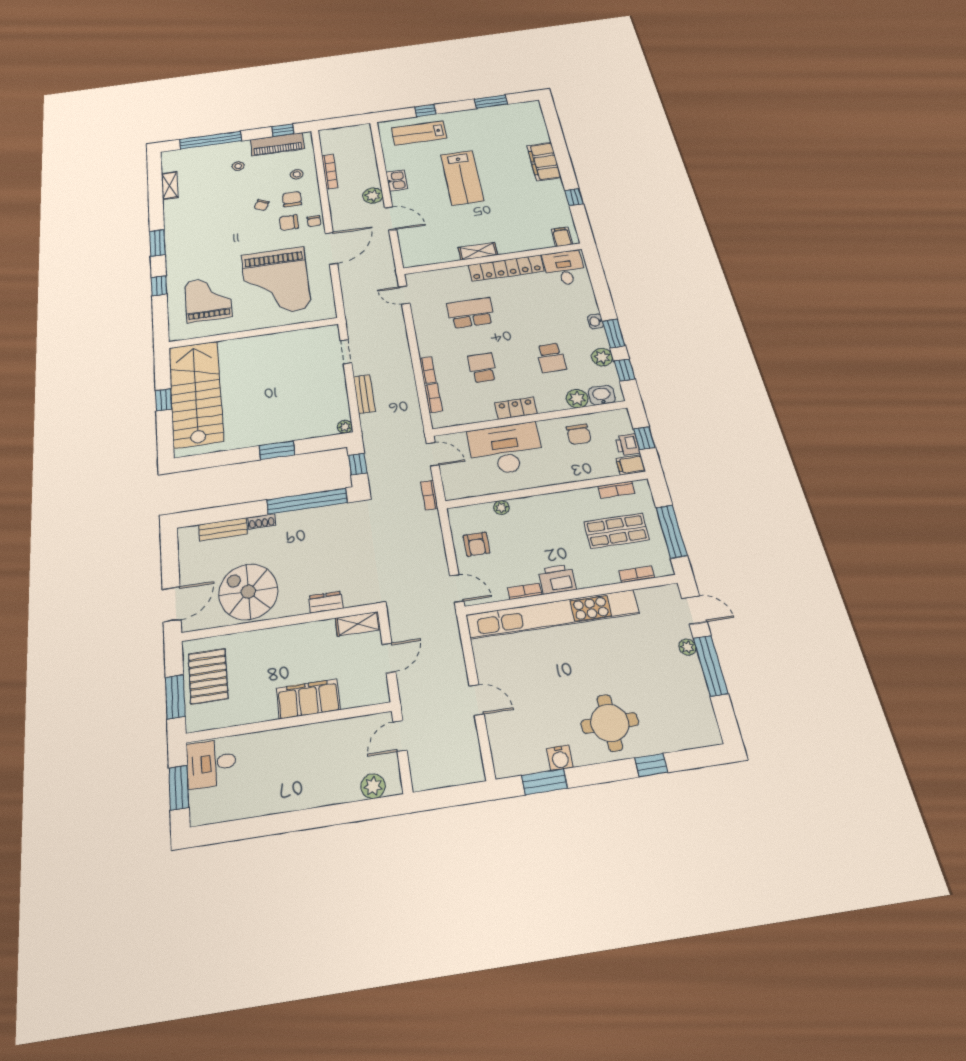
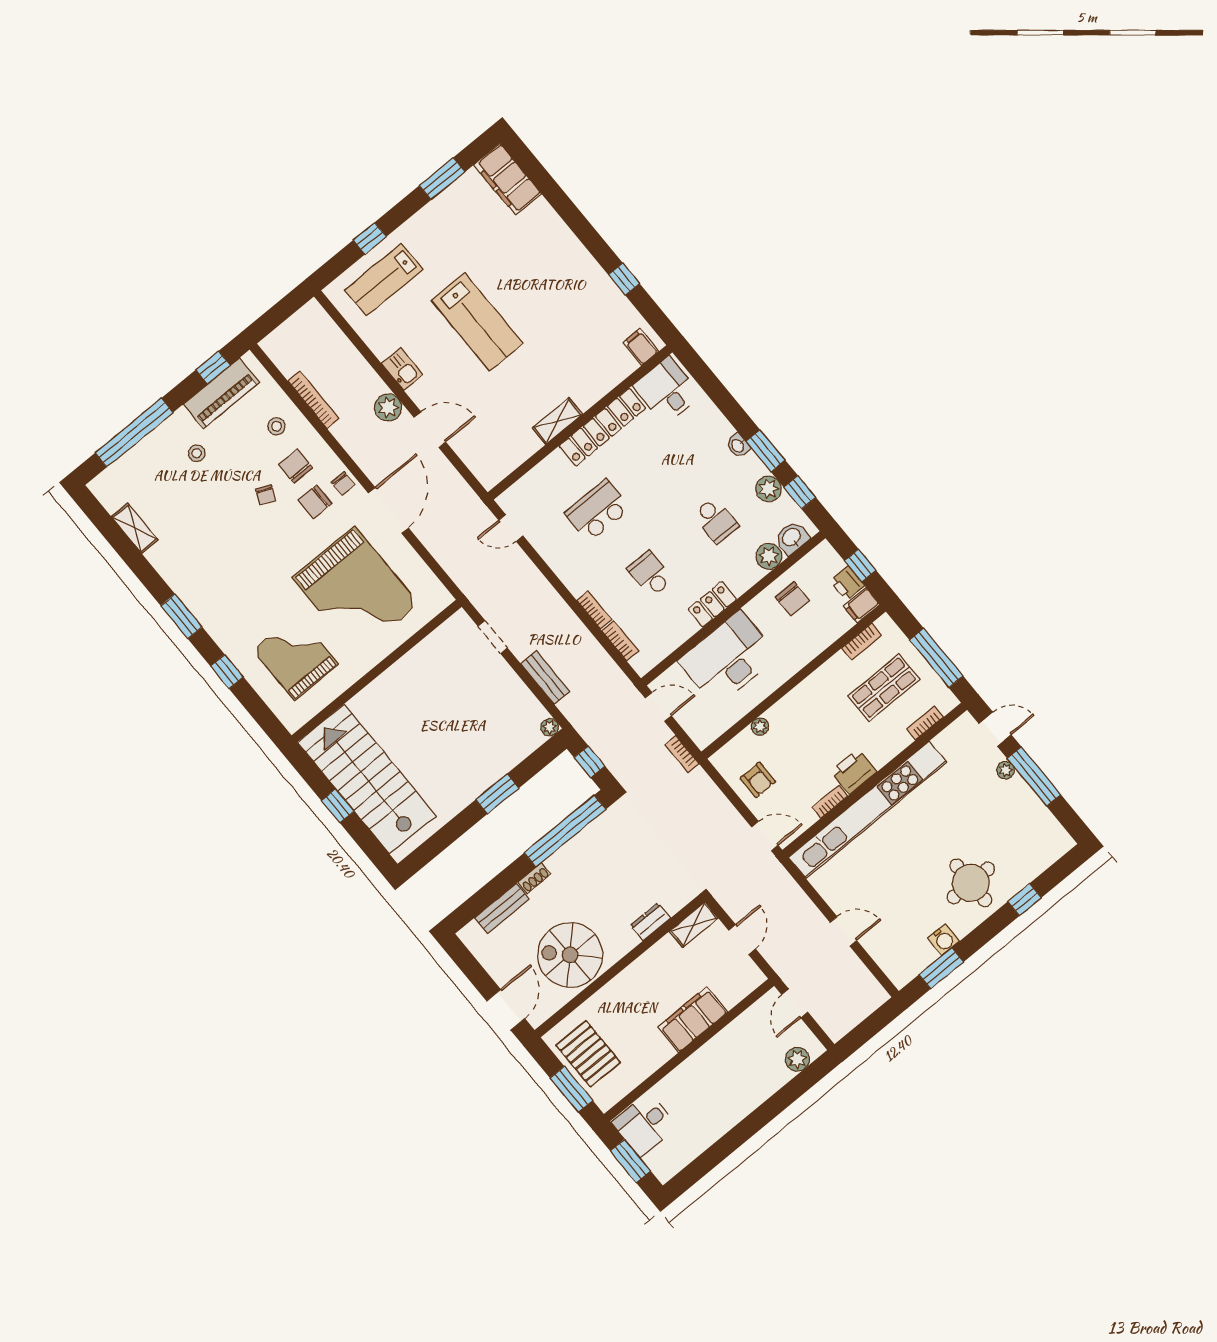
filing cabinet: (544, 162) -> (508, 179), moved

